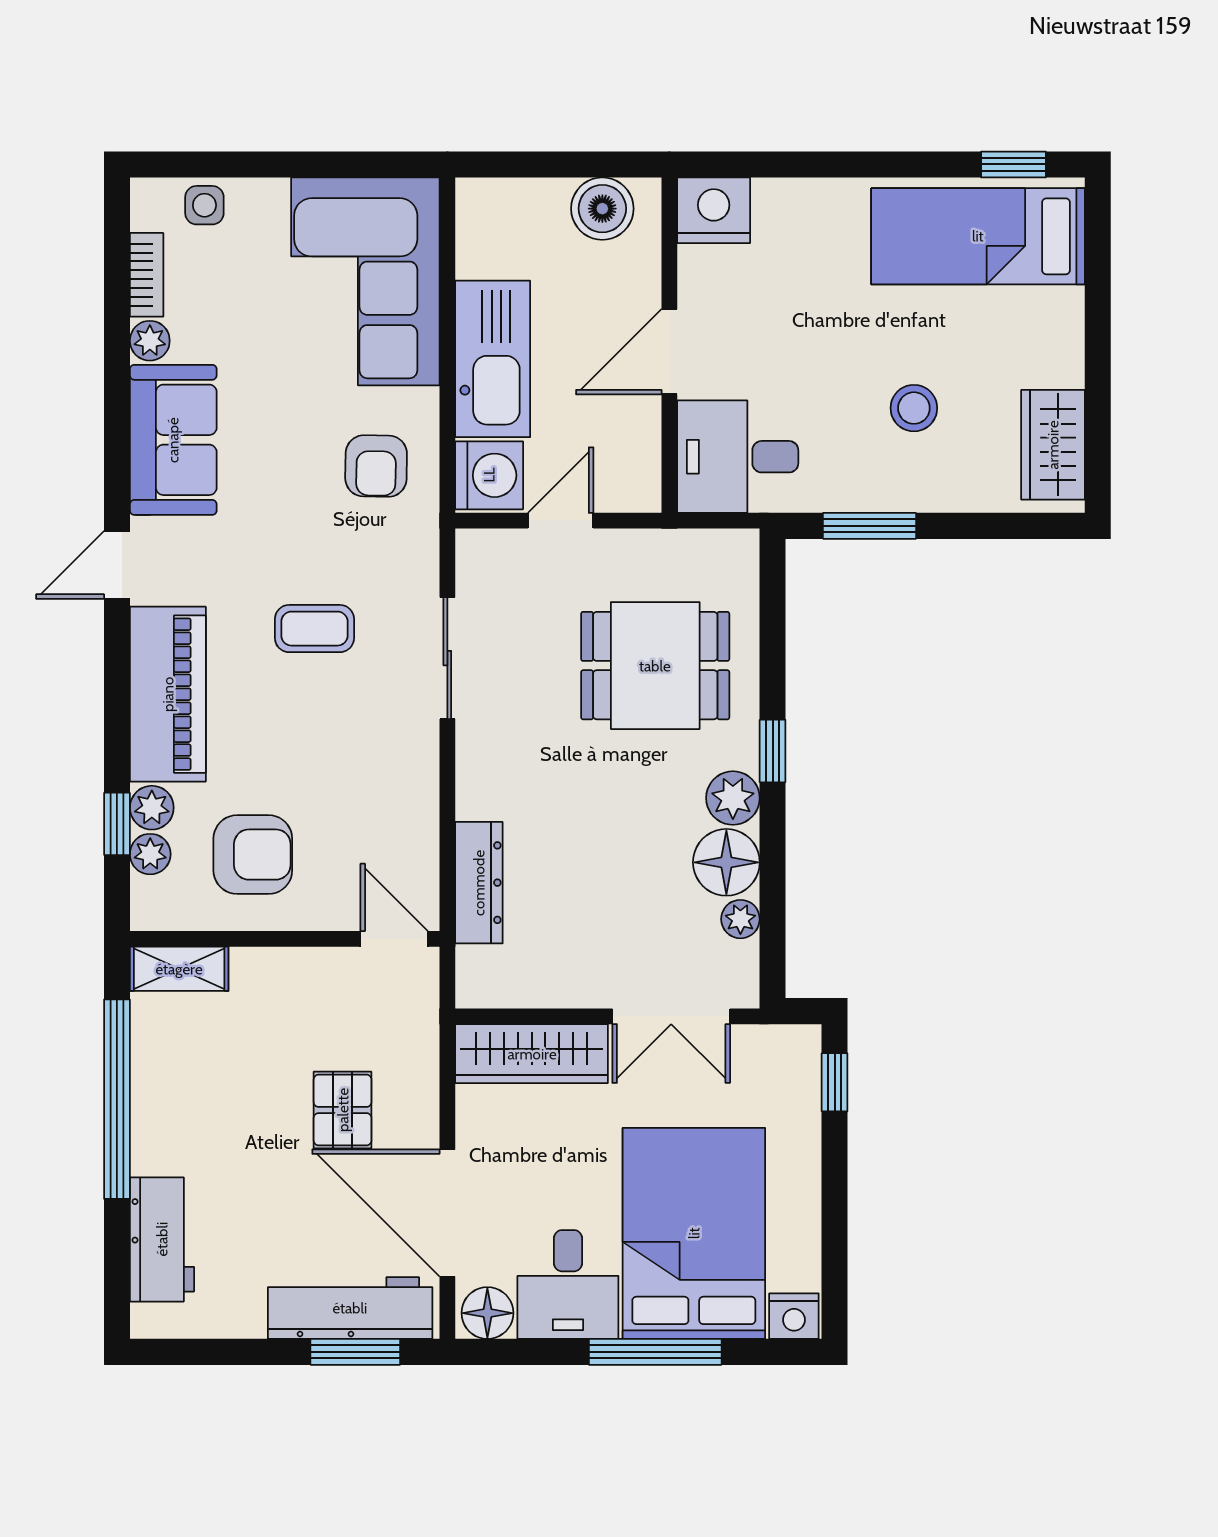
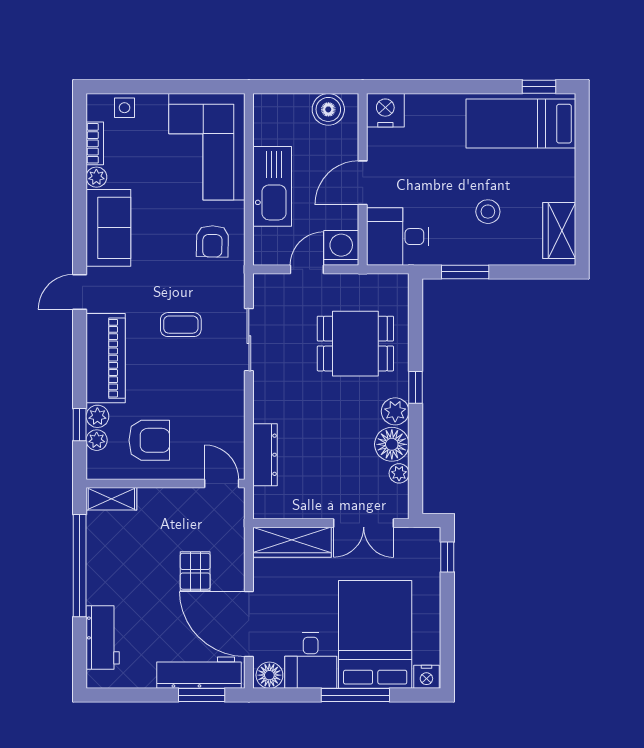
washing machine: (489, 475) -> (341, 248), moved, turned -90

